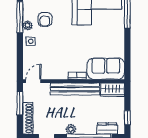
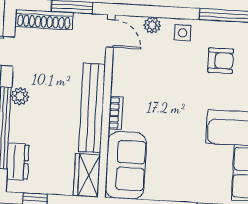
armchair: (45, 19) -> (221, 61), turned 180
plant: (27, 25) -> (152, 25), moved

